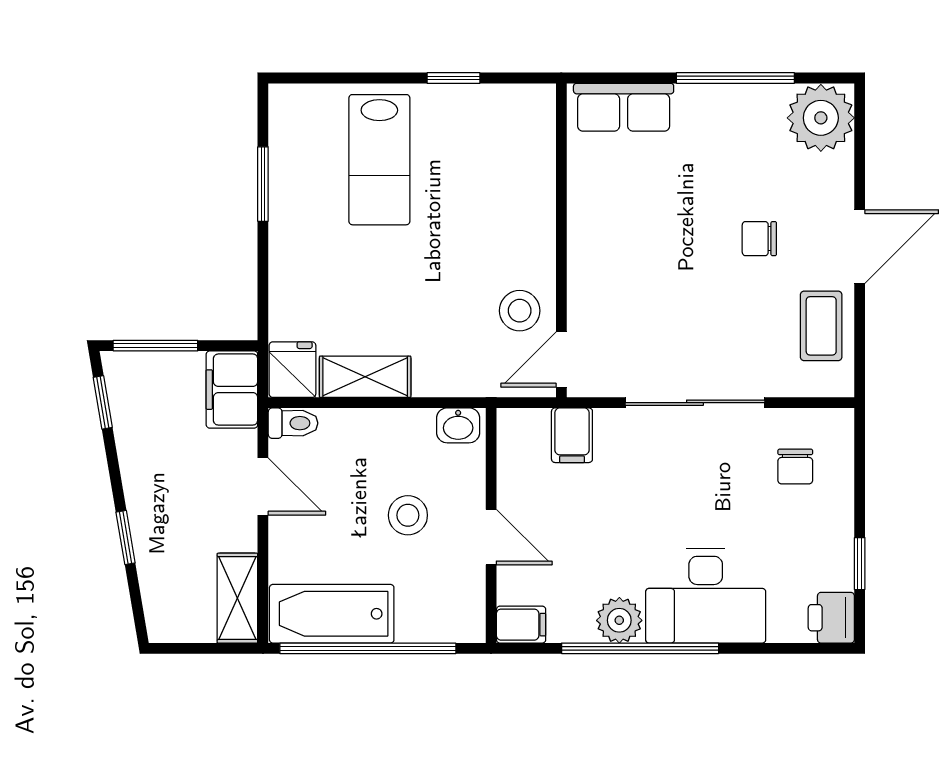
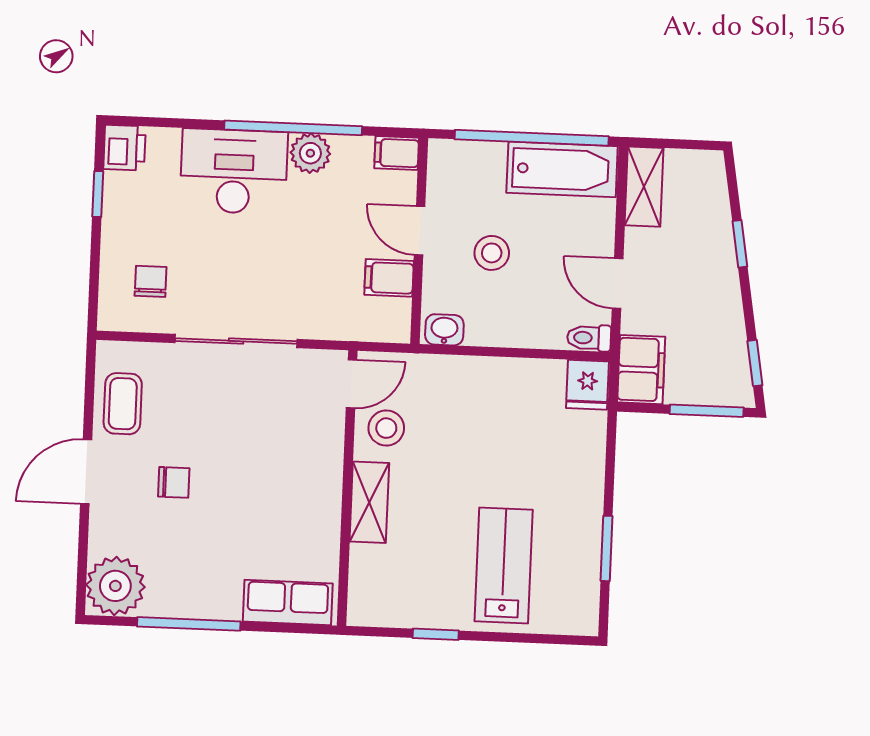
shelving: (365, 377) -> (369, 502), moved, turned 90
filing cabinet: (572, 435) -> (389, 278), moved, turned -90

